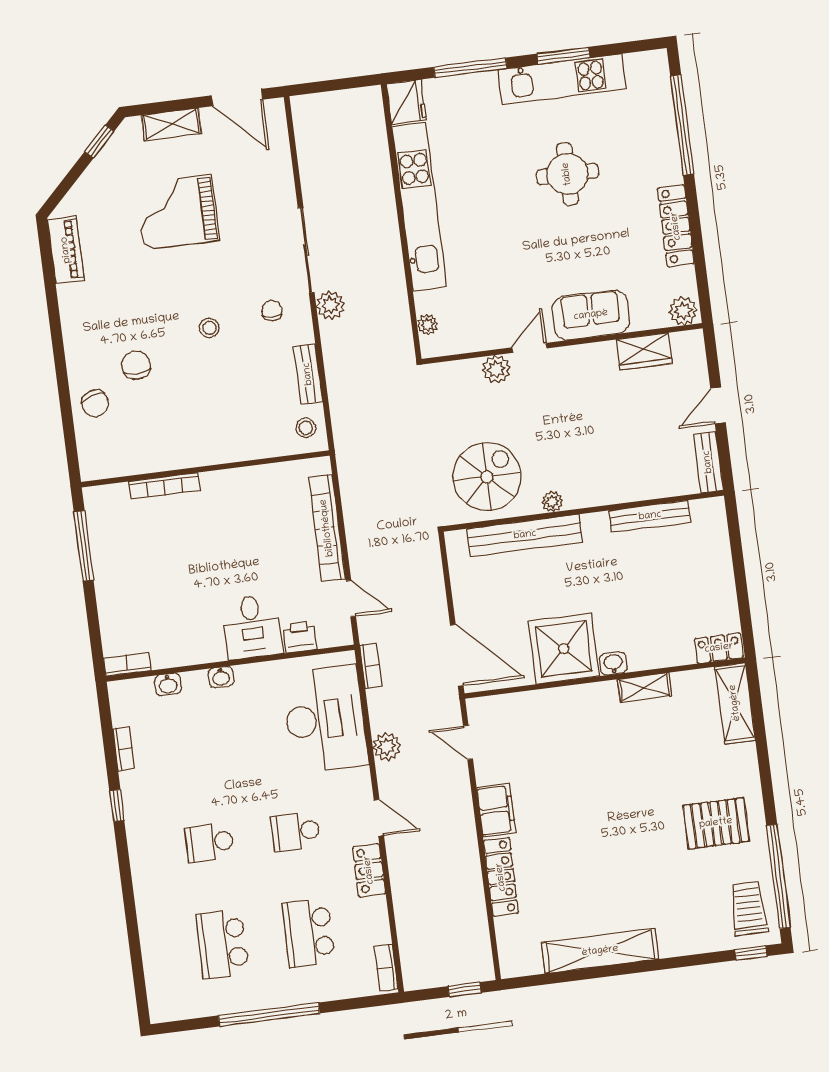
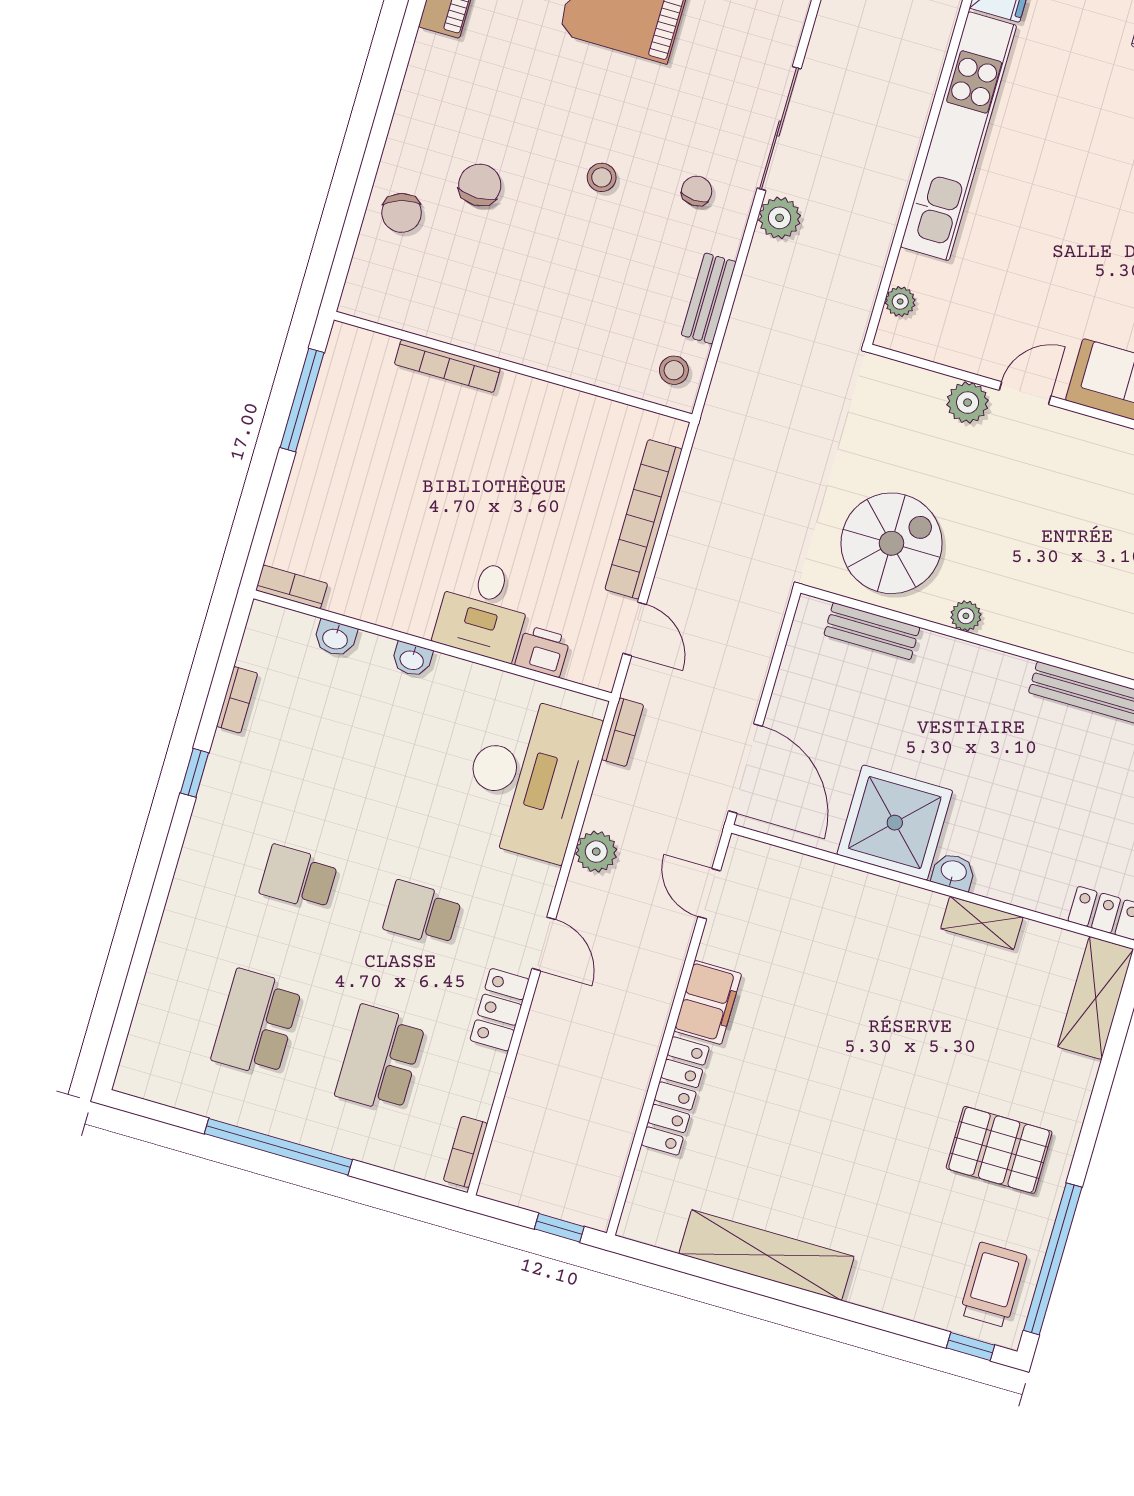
bench: (525, 535) -> (872, 631), width x0.54, depth x0.82

